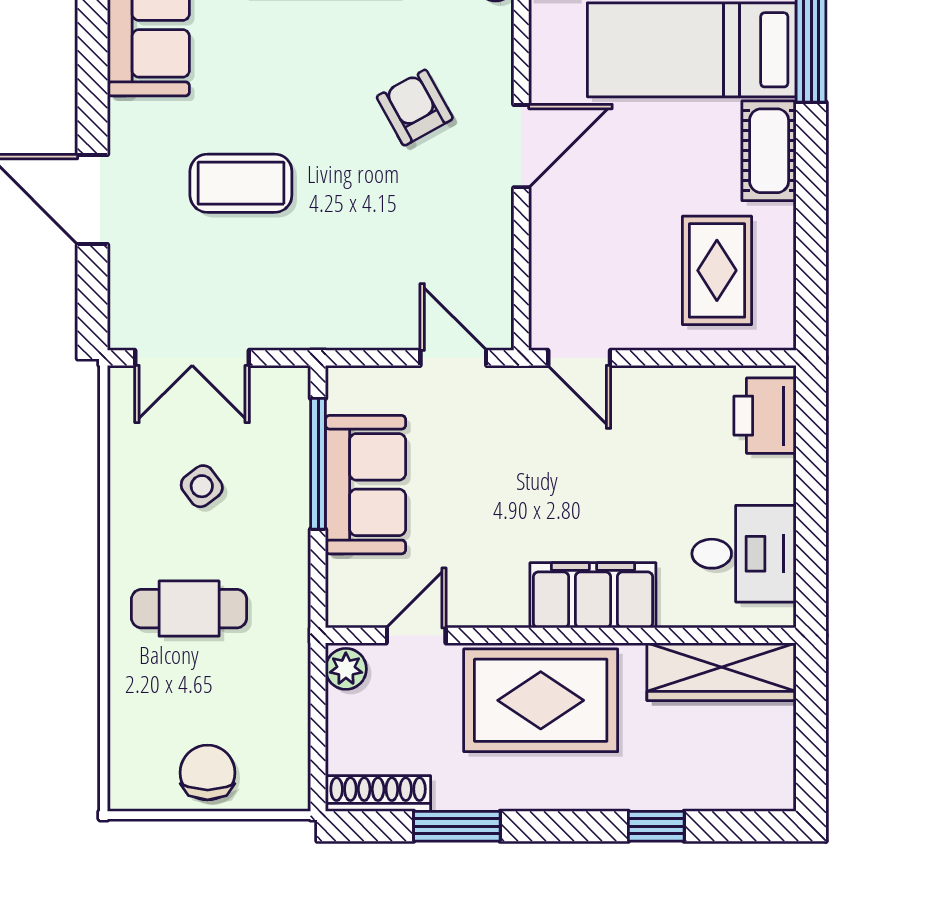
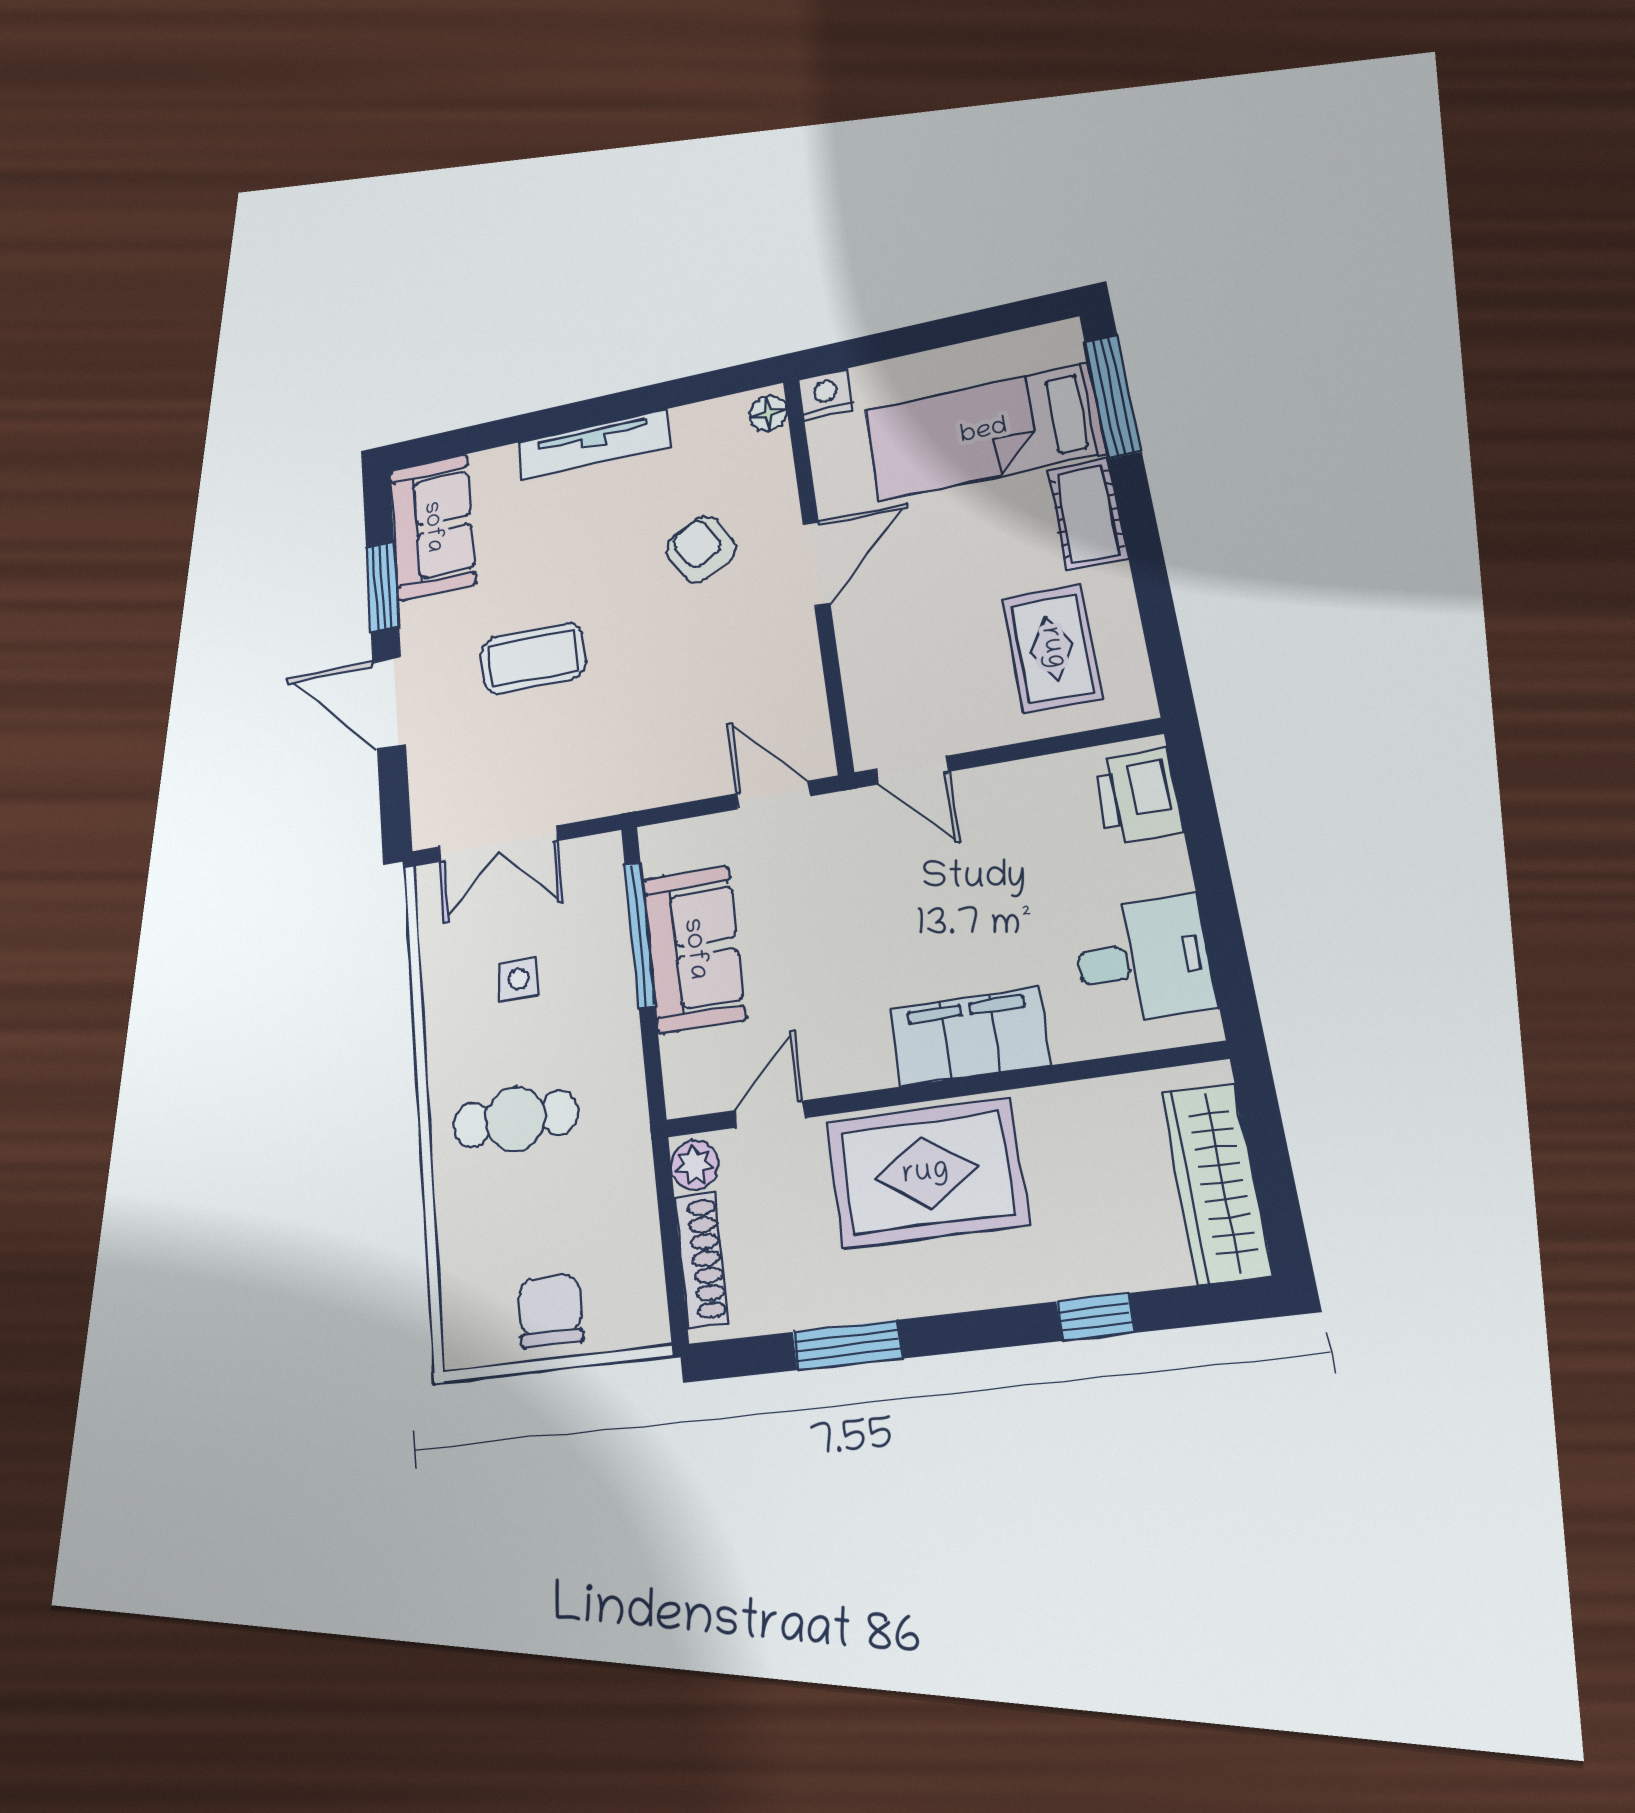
window: (93, 77) -> (382, 587), added
side table: (202, 486) -> (518, 979), turned 37
wardrobe: (722, 672) -> (1216, 1183), moved, turned 90
shoe rack: (378, 793) -> (701, 1259), moved, turned 90

